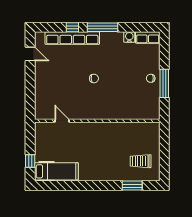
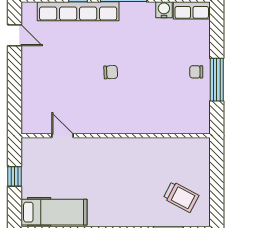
window: (30, 161) -> (14, 176), moved
trolley: (141, 161) -> (181, 197), turned -152

